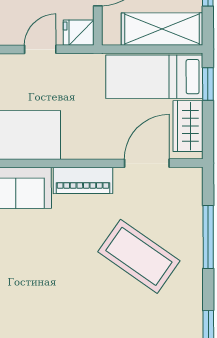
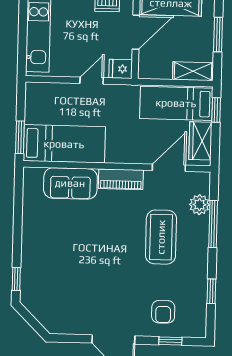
shelving: (162, 29) -> (193, 71), width x0.67, depth x0.75
plant: (189, 211) -> (199, 205), added
coffee table: (139, 256) -> (161, 237), turned 55

